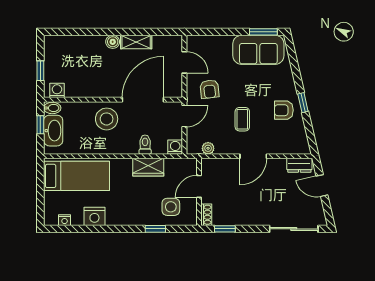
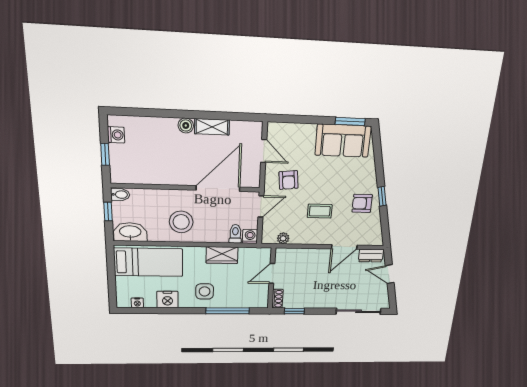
washing machine: (57, 90) -> (116, 135), moved, turned 90
stool: (107, 119) -> (181, 222), moved
coffee table: (242, 119) -> (320, 211), turned 90
washbasin: (53, 131) -> (130, 232), moved, turned -90
toilet: (145, 145) -> (235, 234), moved
door: (253, 156) -> (344, 247), moved
side table: (171, 207) -> (205, 291), moved
window: (155, 229) -> (228, 311), width x2.17

